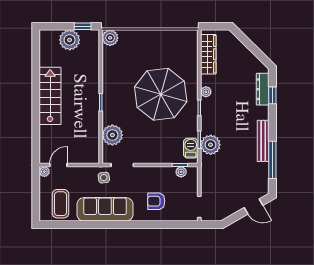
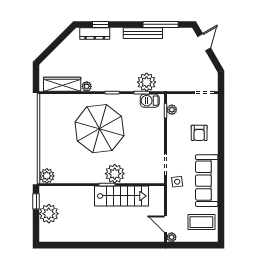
plant: (206, 92) -> (87, 86), moved
stairs: (50, 96) -> (122, 196), moved, turned 180
plant: (112, 135) -> (115, 174), moved

